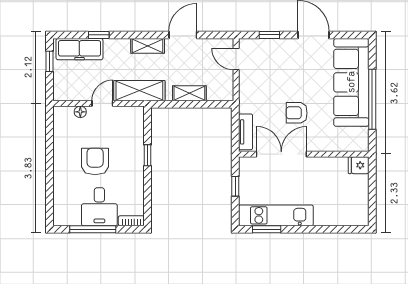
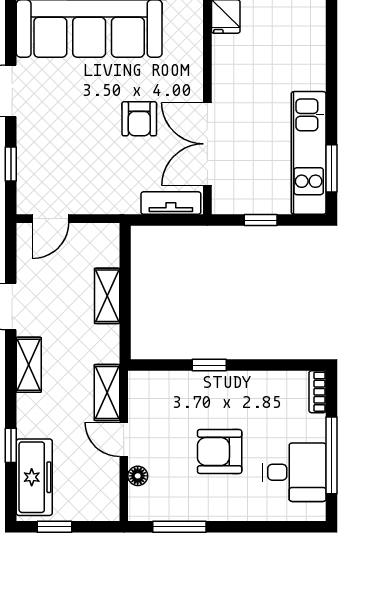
shelving: (139, 91) -> (107, 392), width x0.67, depth x0.75
window: (49, 137) -> (179, 527), added
desk: (99, 207) -> (294, 472), moved

